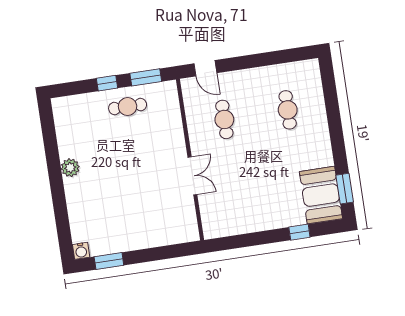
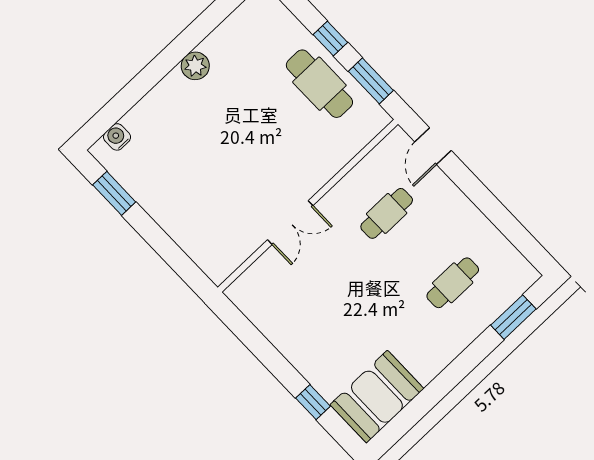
cafe table: (128, 107) -> (319, 84), width x1.37, depth x1.35
window: (345, 189) -> (513, 317), moved
water cooler: (81, 251) -> (117, 137), moved, turned 90

